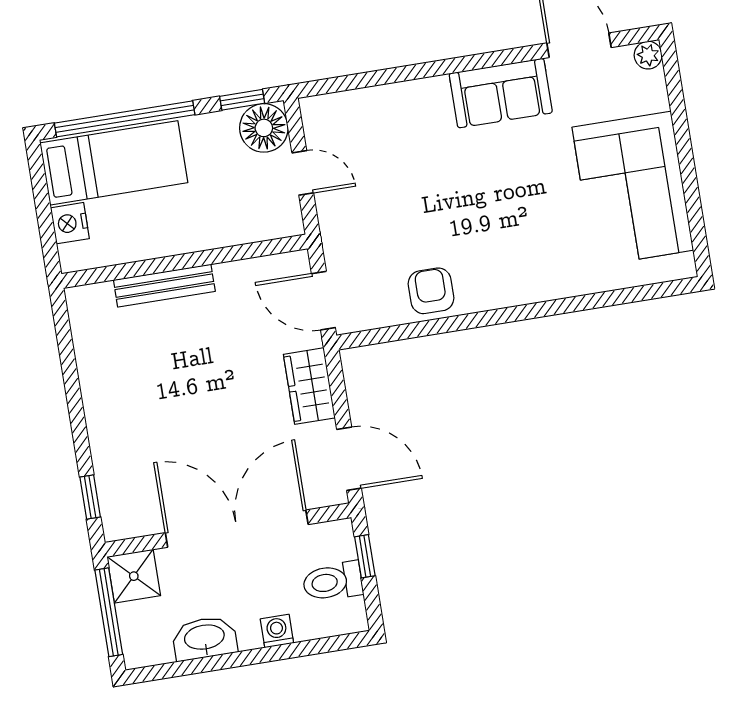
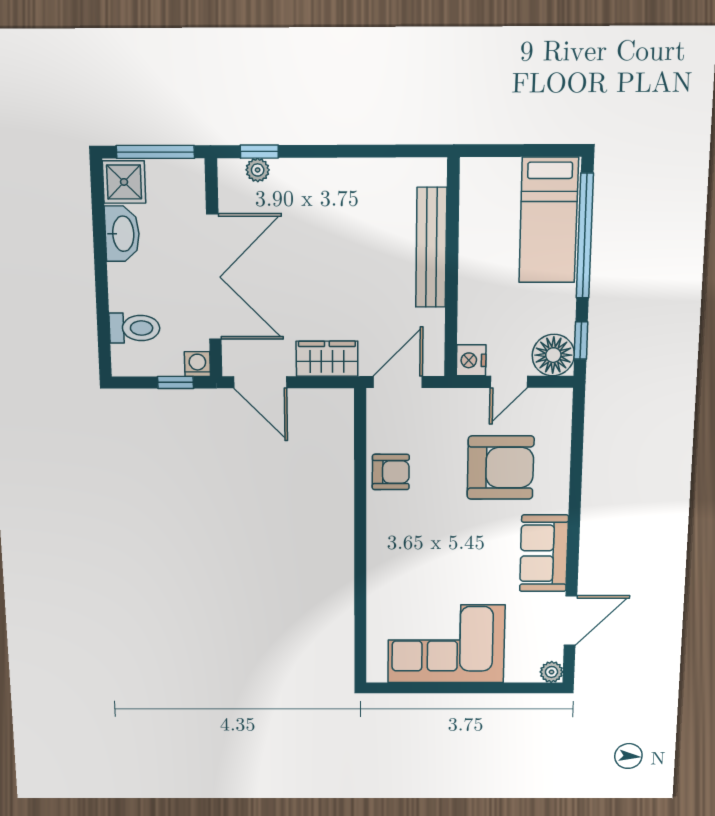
armchair: (405, 164) -> (501, 468), added
nightstand: (70, 223) -> (471, 360), moved, turned -90
bench: (164, 286) -> (431, 248), width x1.37, depth x1.21
door: (349, 459) -> (260, 382), hinge flipped
plant: (110, 496) -> (258, 170), added
shower: (134, 576) -> (124, 182), moved
toilet: (333, 582) -> (135, 328), moved, turned 90
washing machine: (277, 631) -> (197, 364), moved, turned -90

